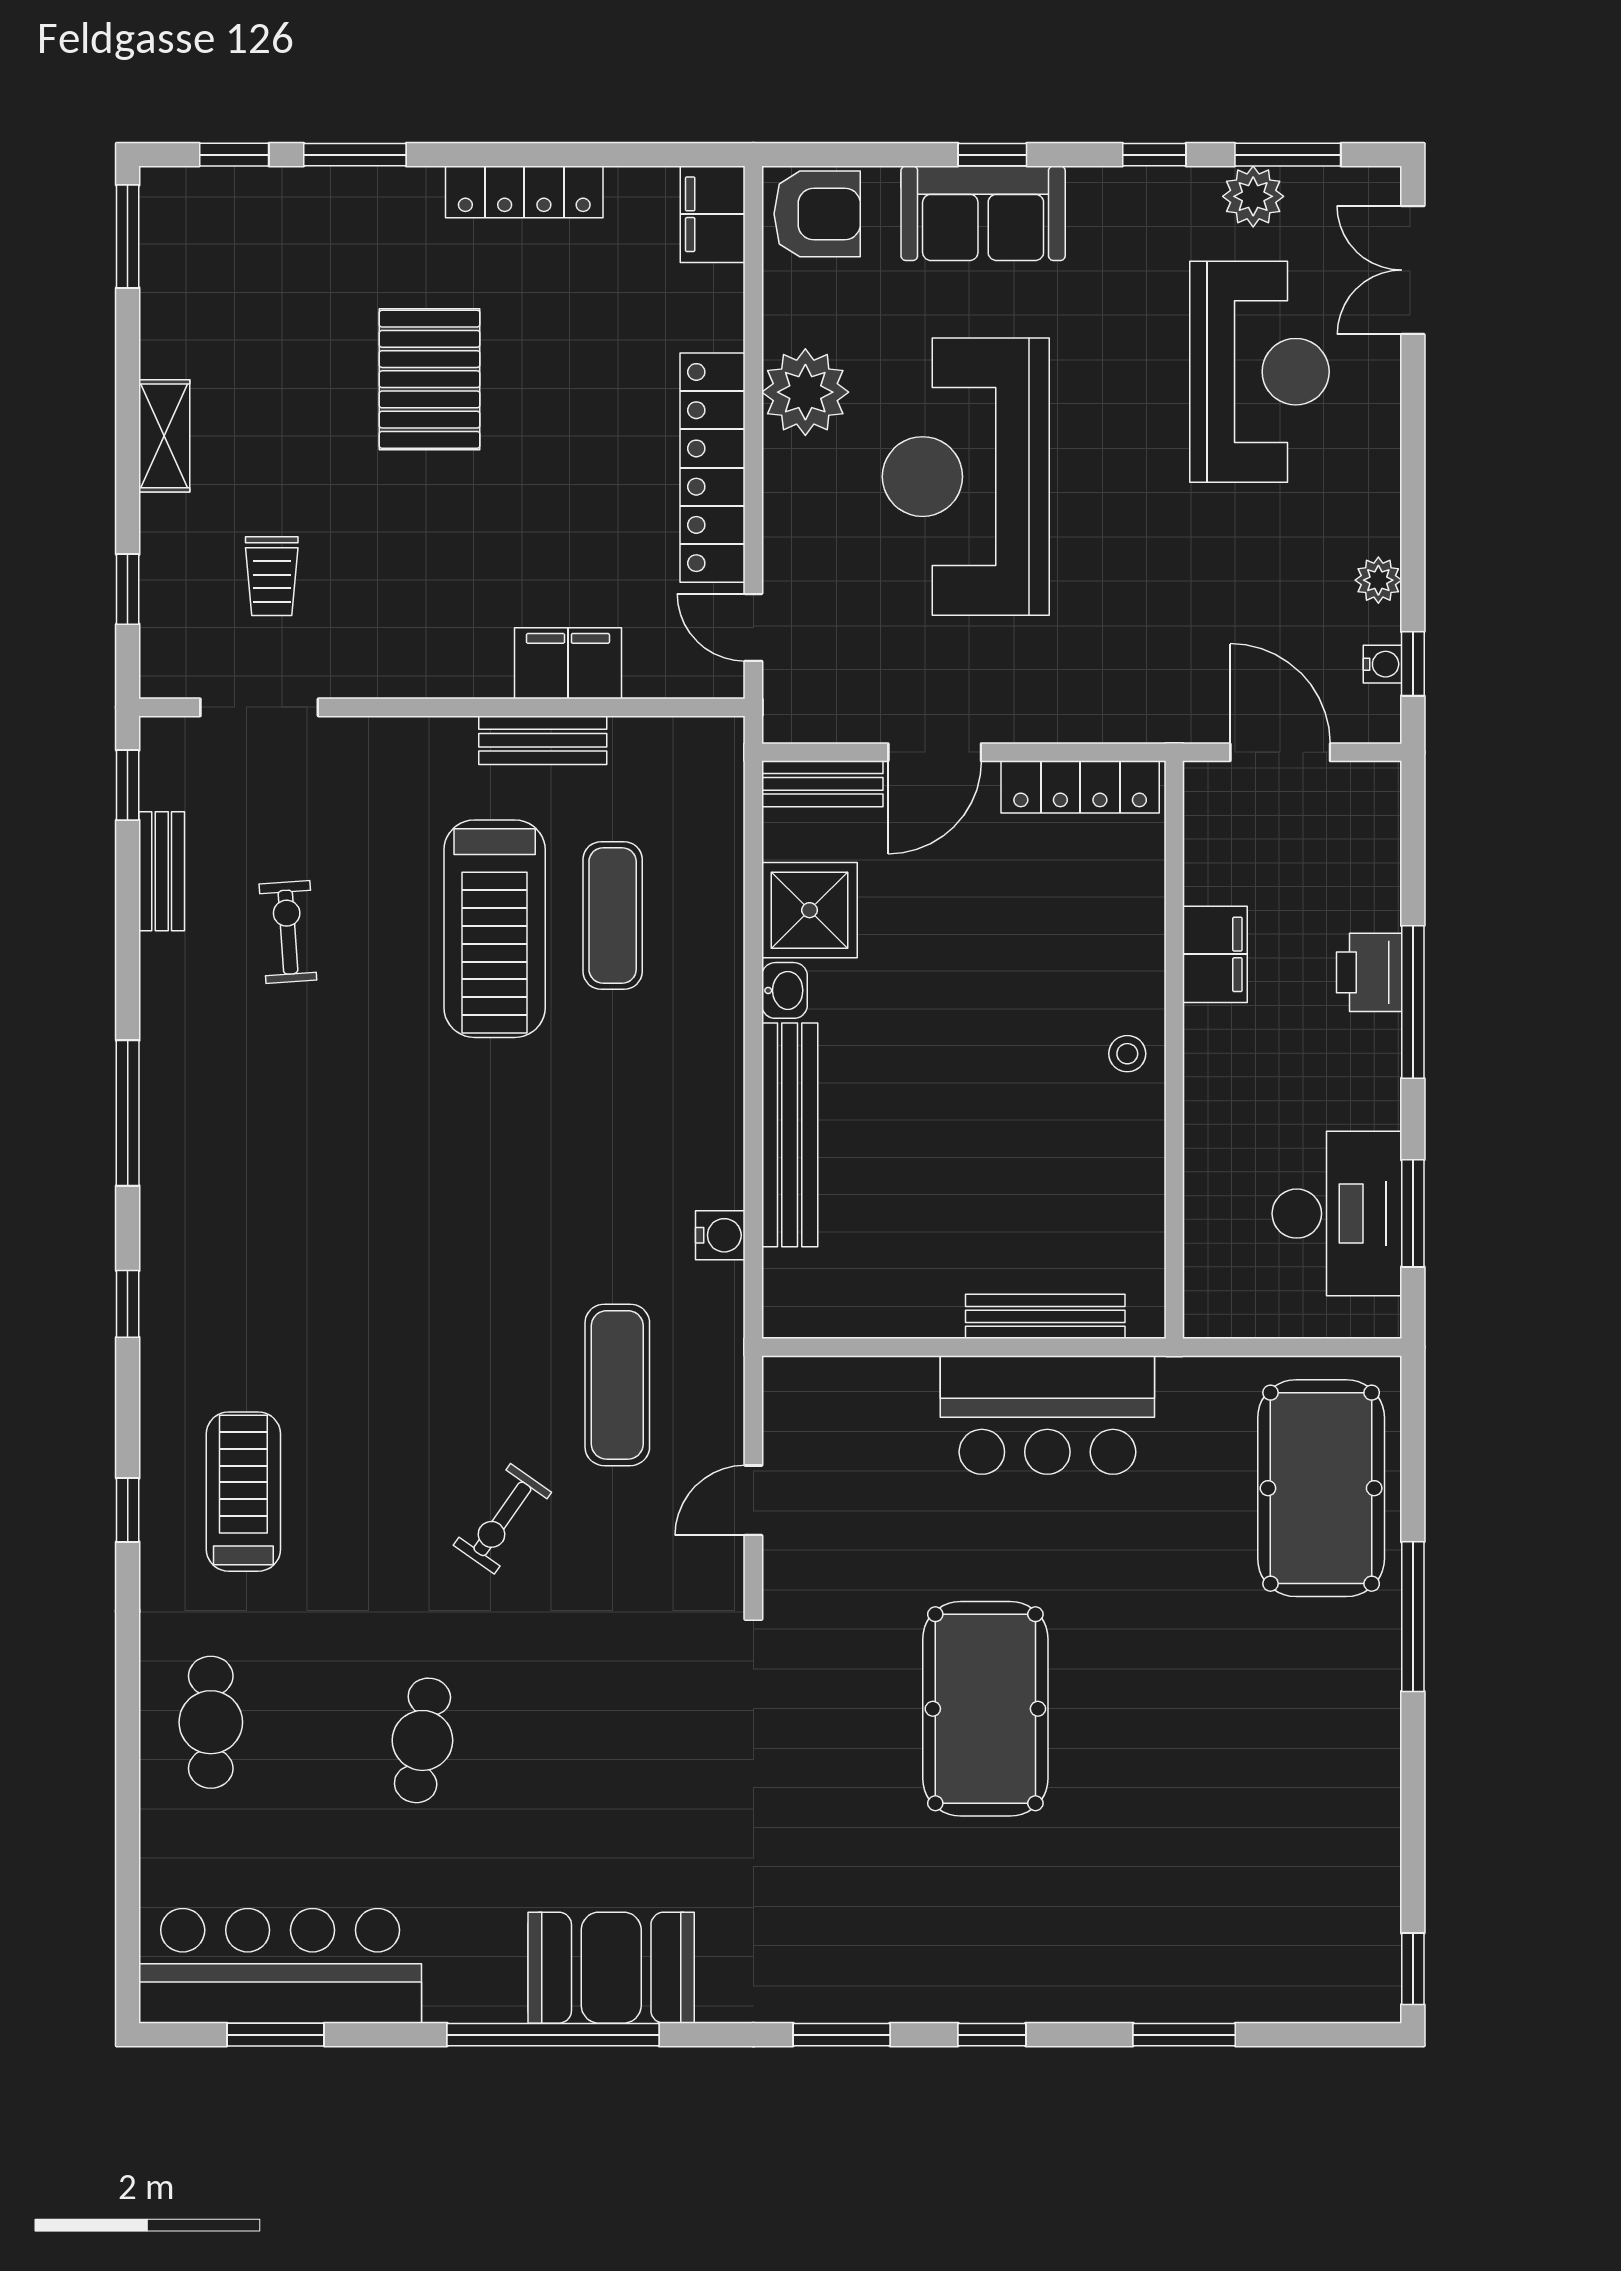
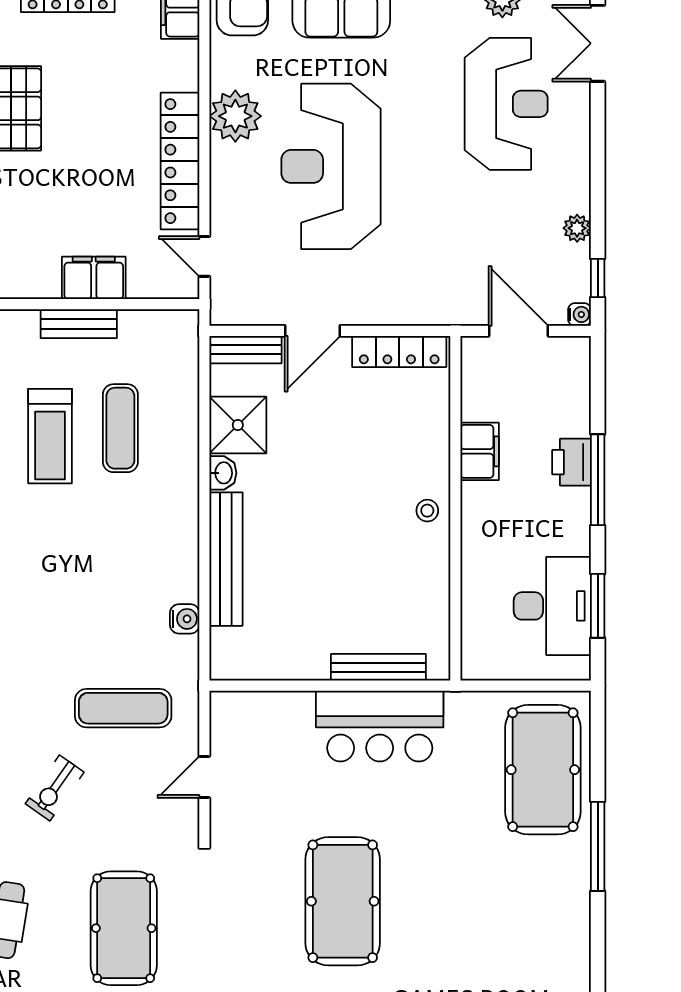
water cooler: (1382, 664) -> (579, 314), moved
treadmill: (495, 929) -> (50, 436), width x0.73, depth x0.73
exercise mat: (617, 1385) -> (123, 708), turned 90
pool table: (618, 1754) -> (124, 928), added

